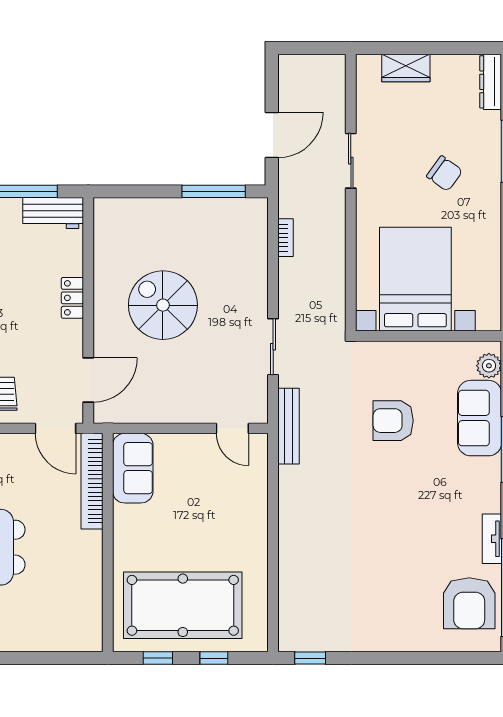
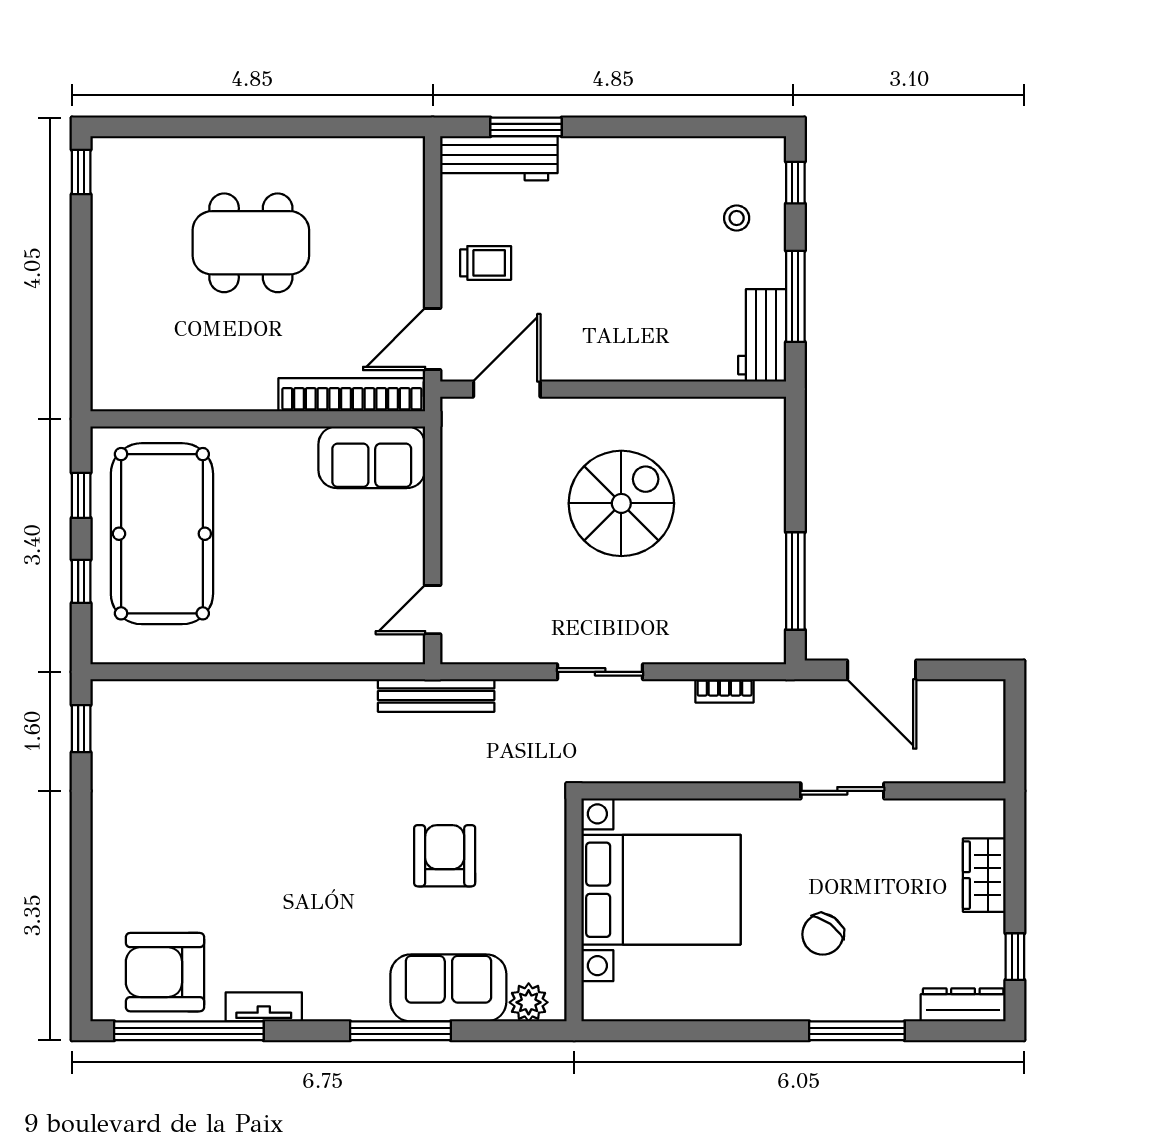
window: (459, 48) -> (1015, 957), added
locker: (72, 298) -> (632, 365), removed
sliding door: (273, 347) -> (600, 672), moved
door: (88, 380) -> (507, 389), swing flipped

